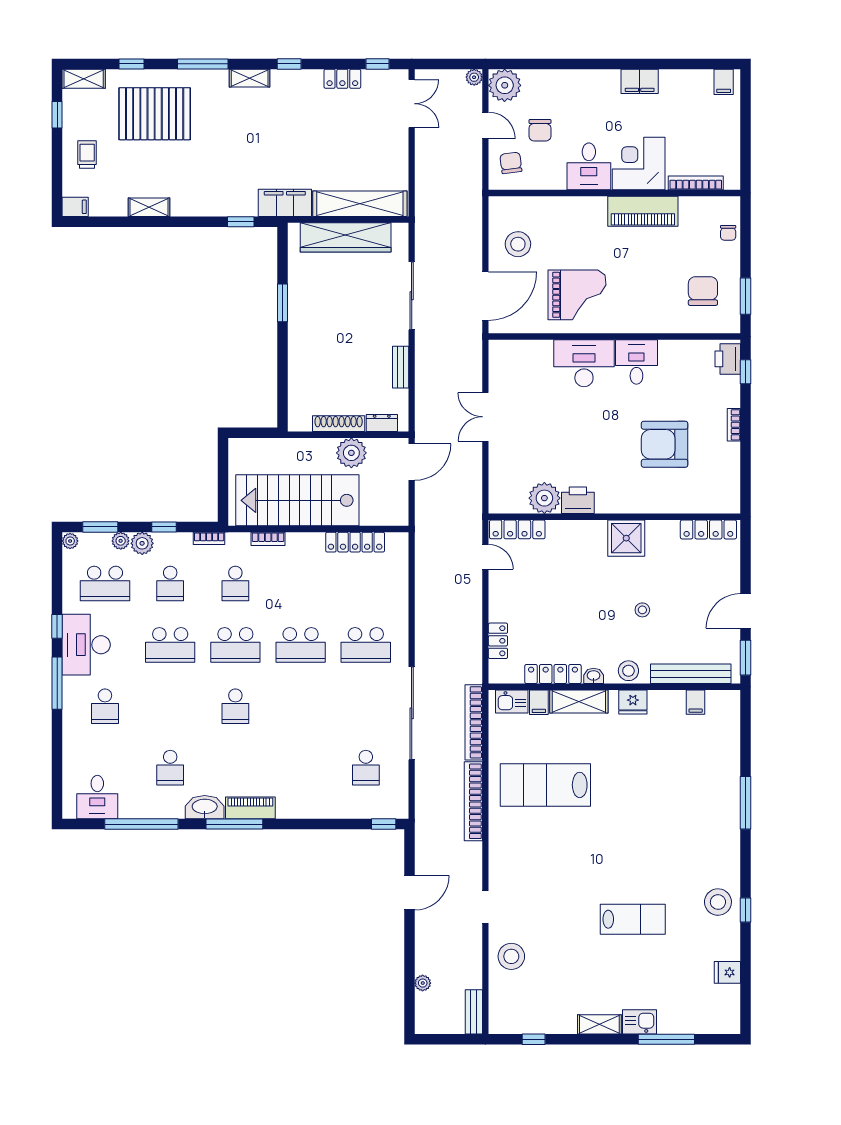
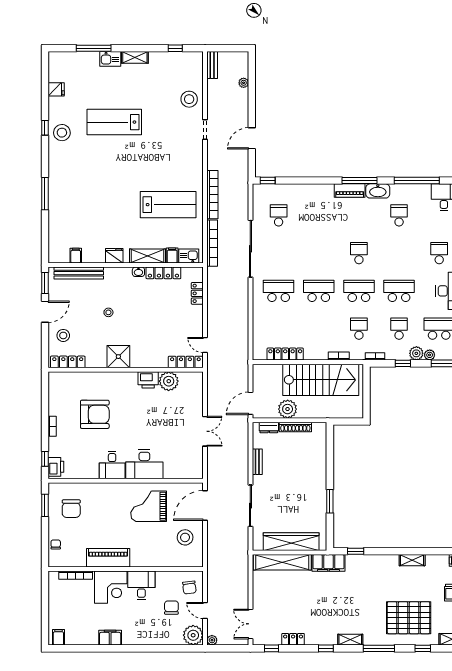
stool: (628, 671) -> (63, 335), moved
lab bench: (633, 919) -> (114, 122), width x1.36, depth x1.39

